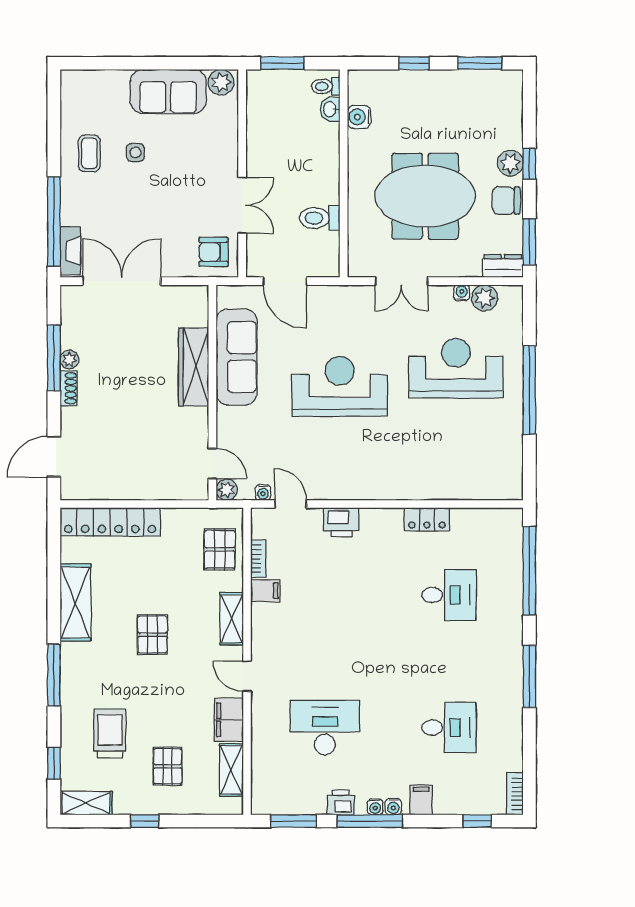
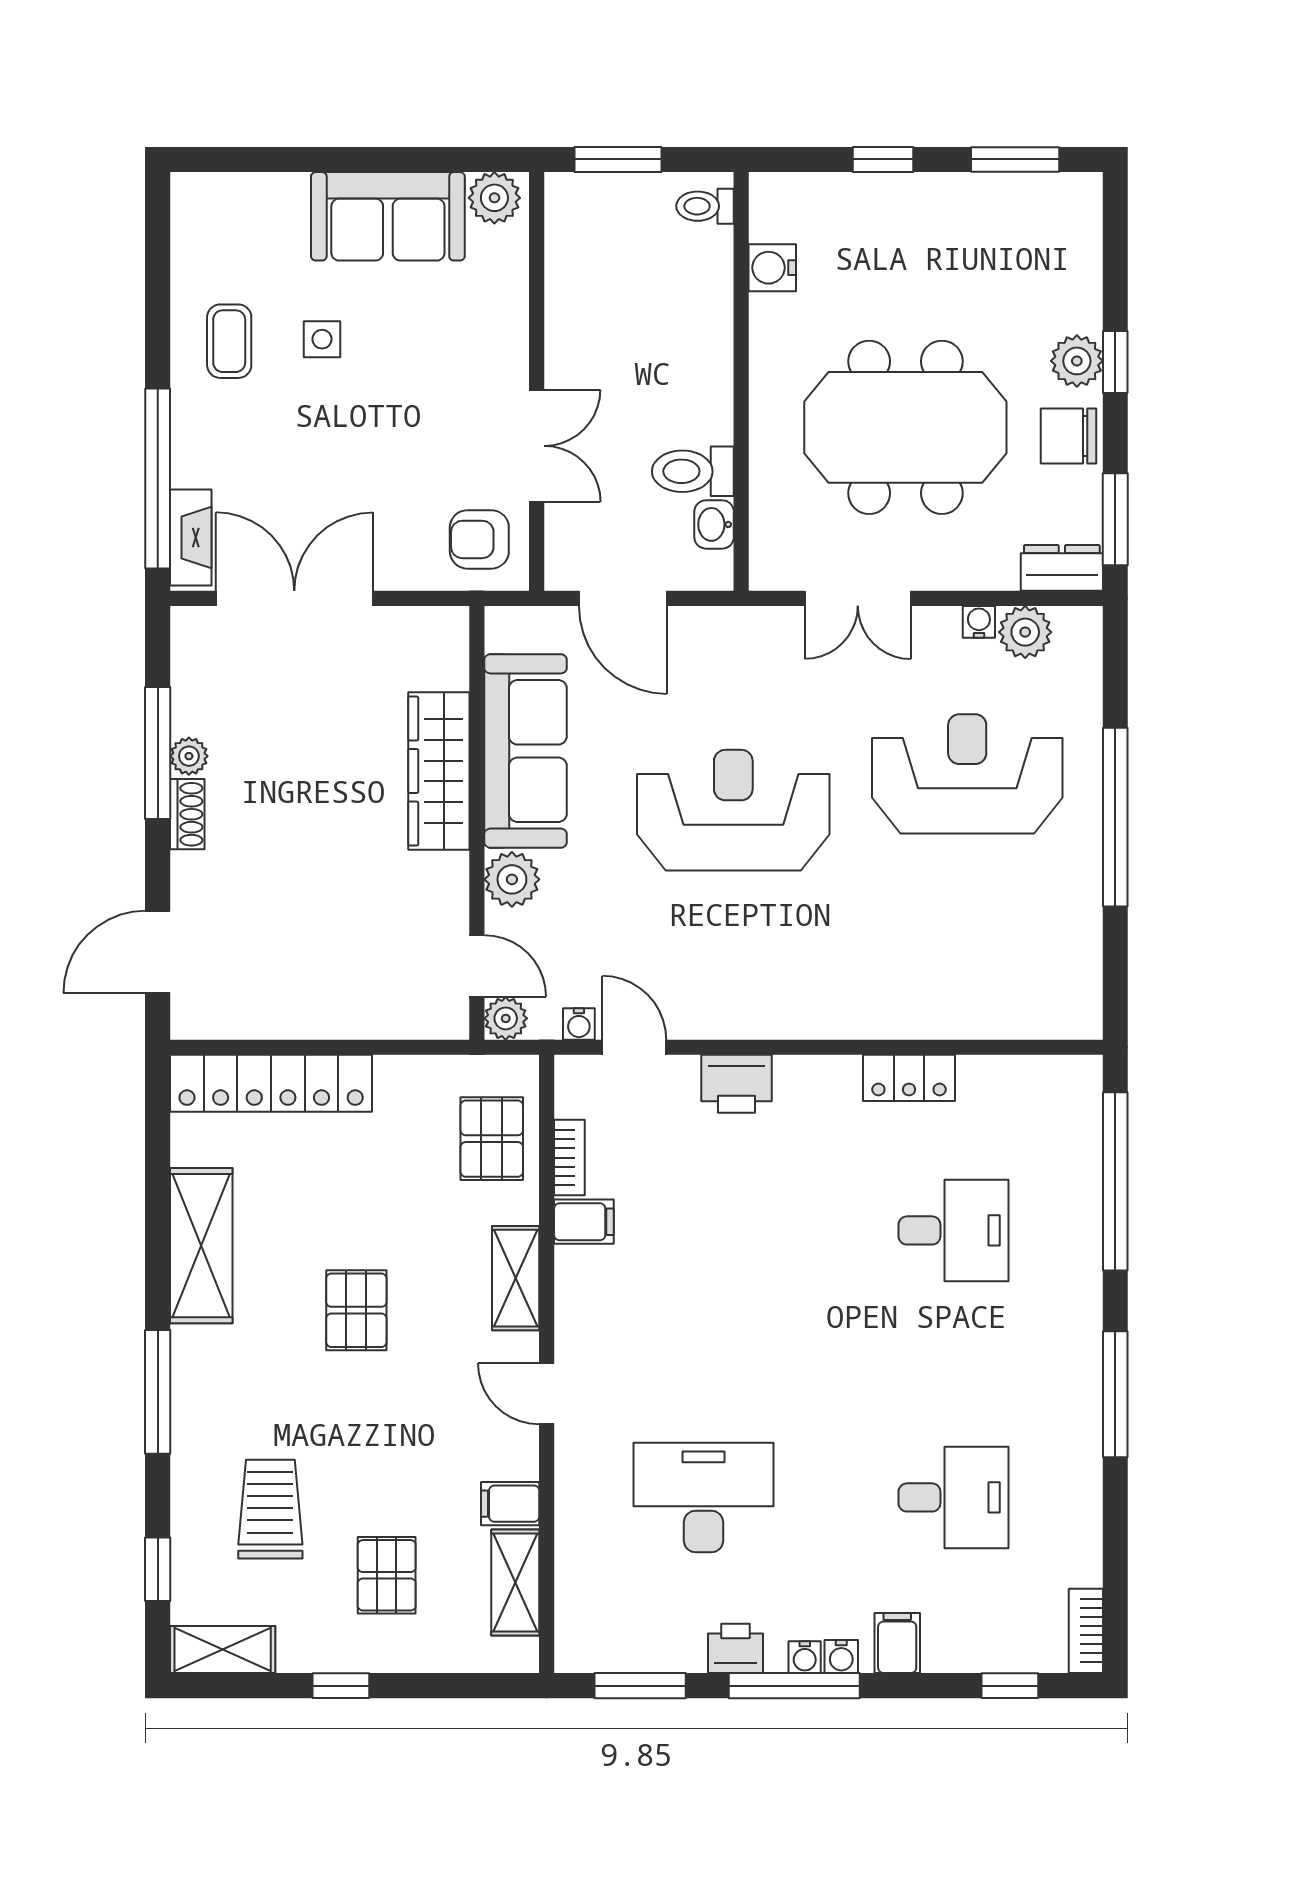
washbasin: (330, 109) -> (714, 524), moved
plant: (230, 421) -> (512, 879), added
filing cabinet: (229, 720) -> (510, 1504), width x0.50

